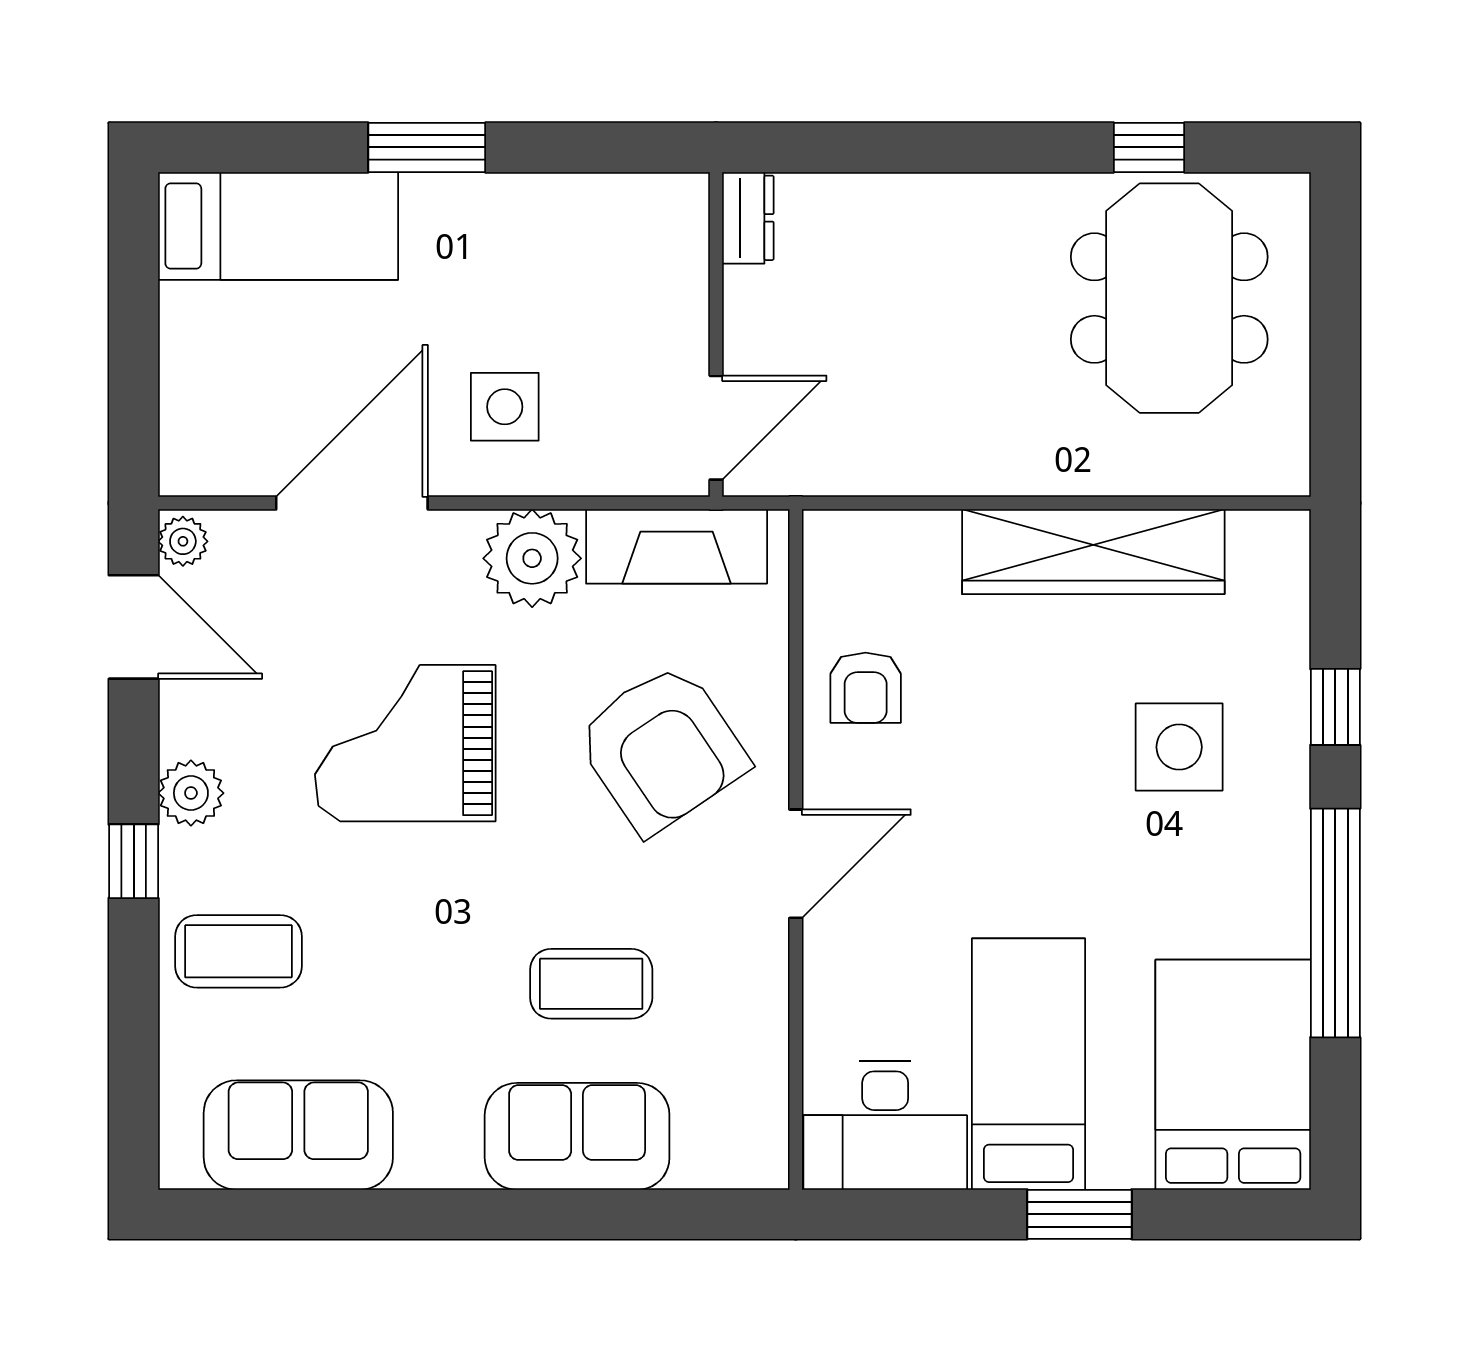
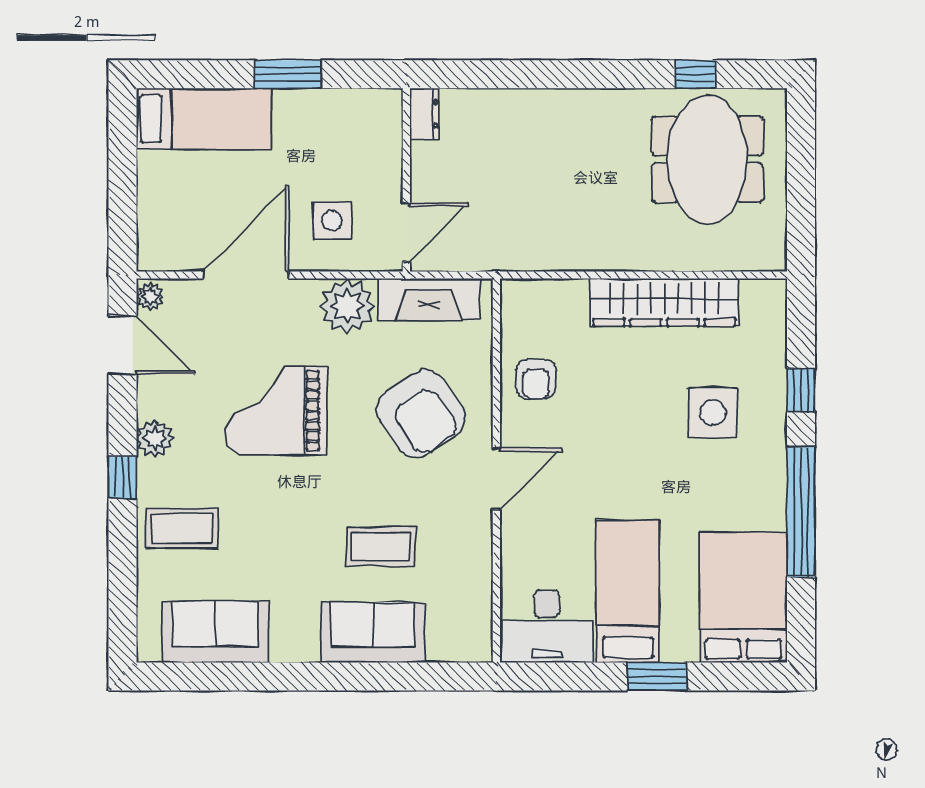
dresser: (748, 218) -> (424, 114), moved
wall: (716, 334) -> (406, 180), moved
door: (716, 428) -> (406, 232), moved

